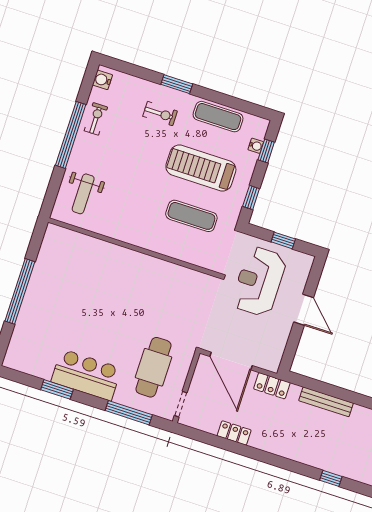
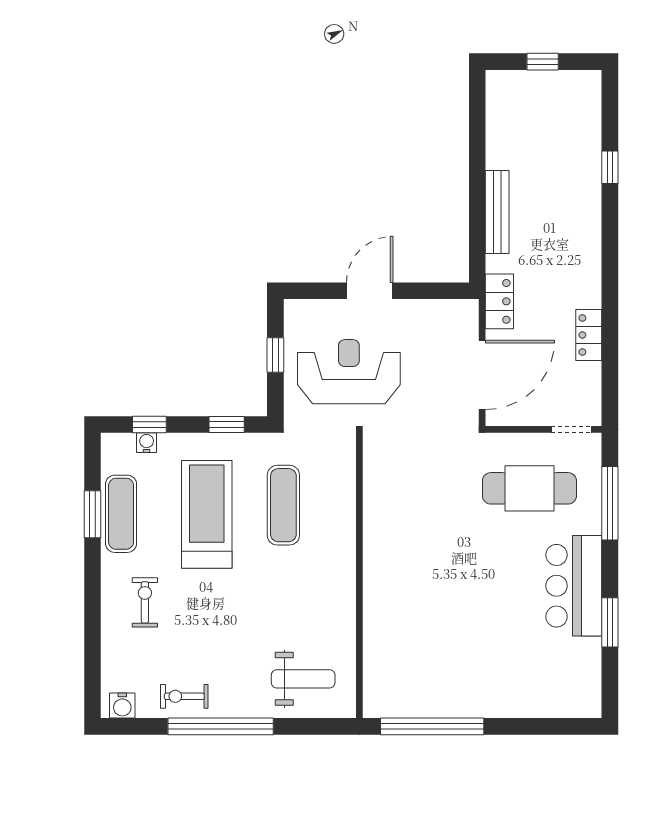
window: (177, 84) -> (93, 514), moved
treadmill: (201, 168) -> (207, 514), turned 180
reception desk: (259, 281) -> (349, 372), turned 180
window: (20, 291) -> (432, 726), moved

